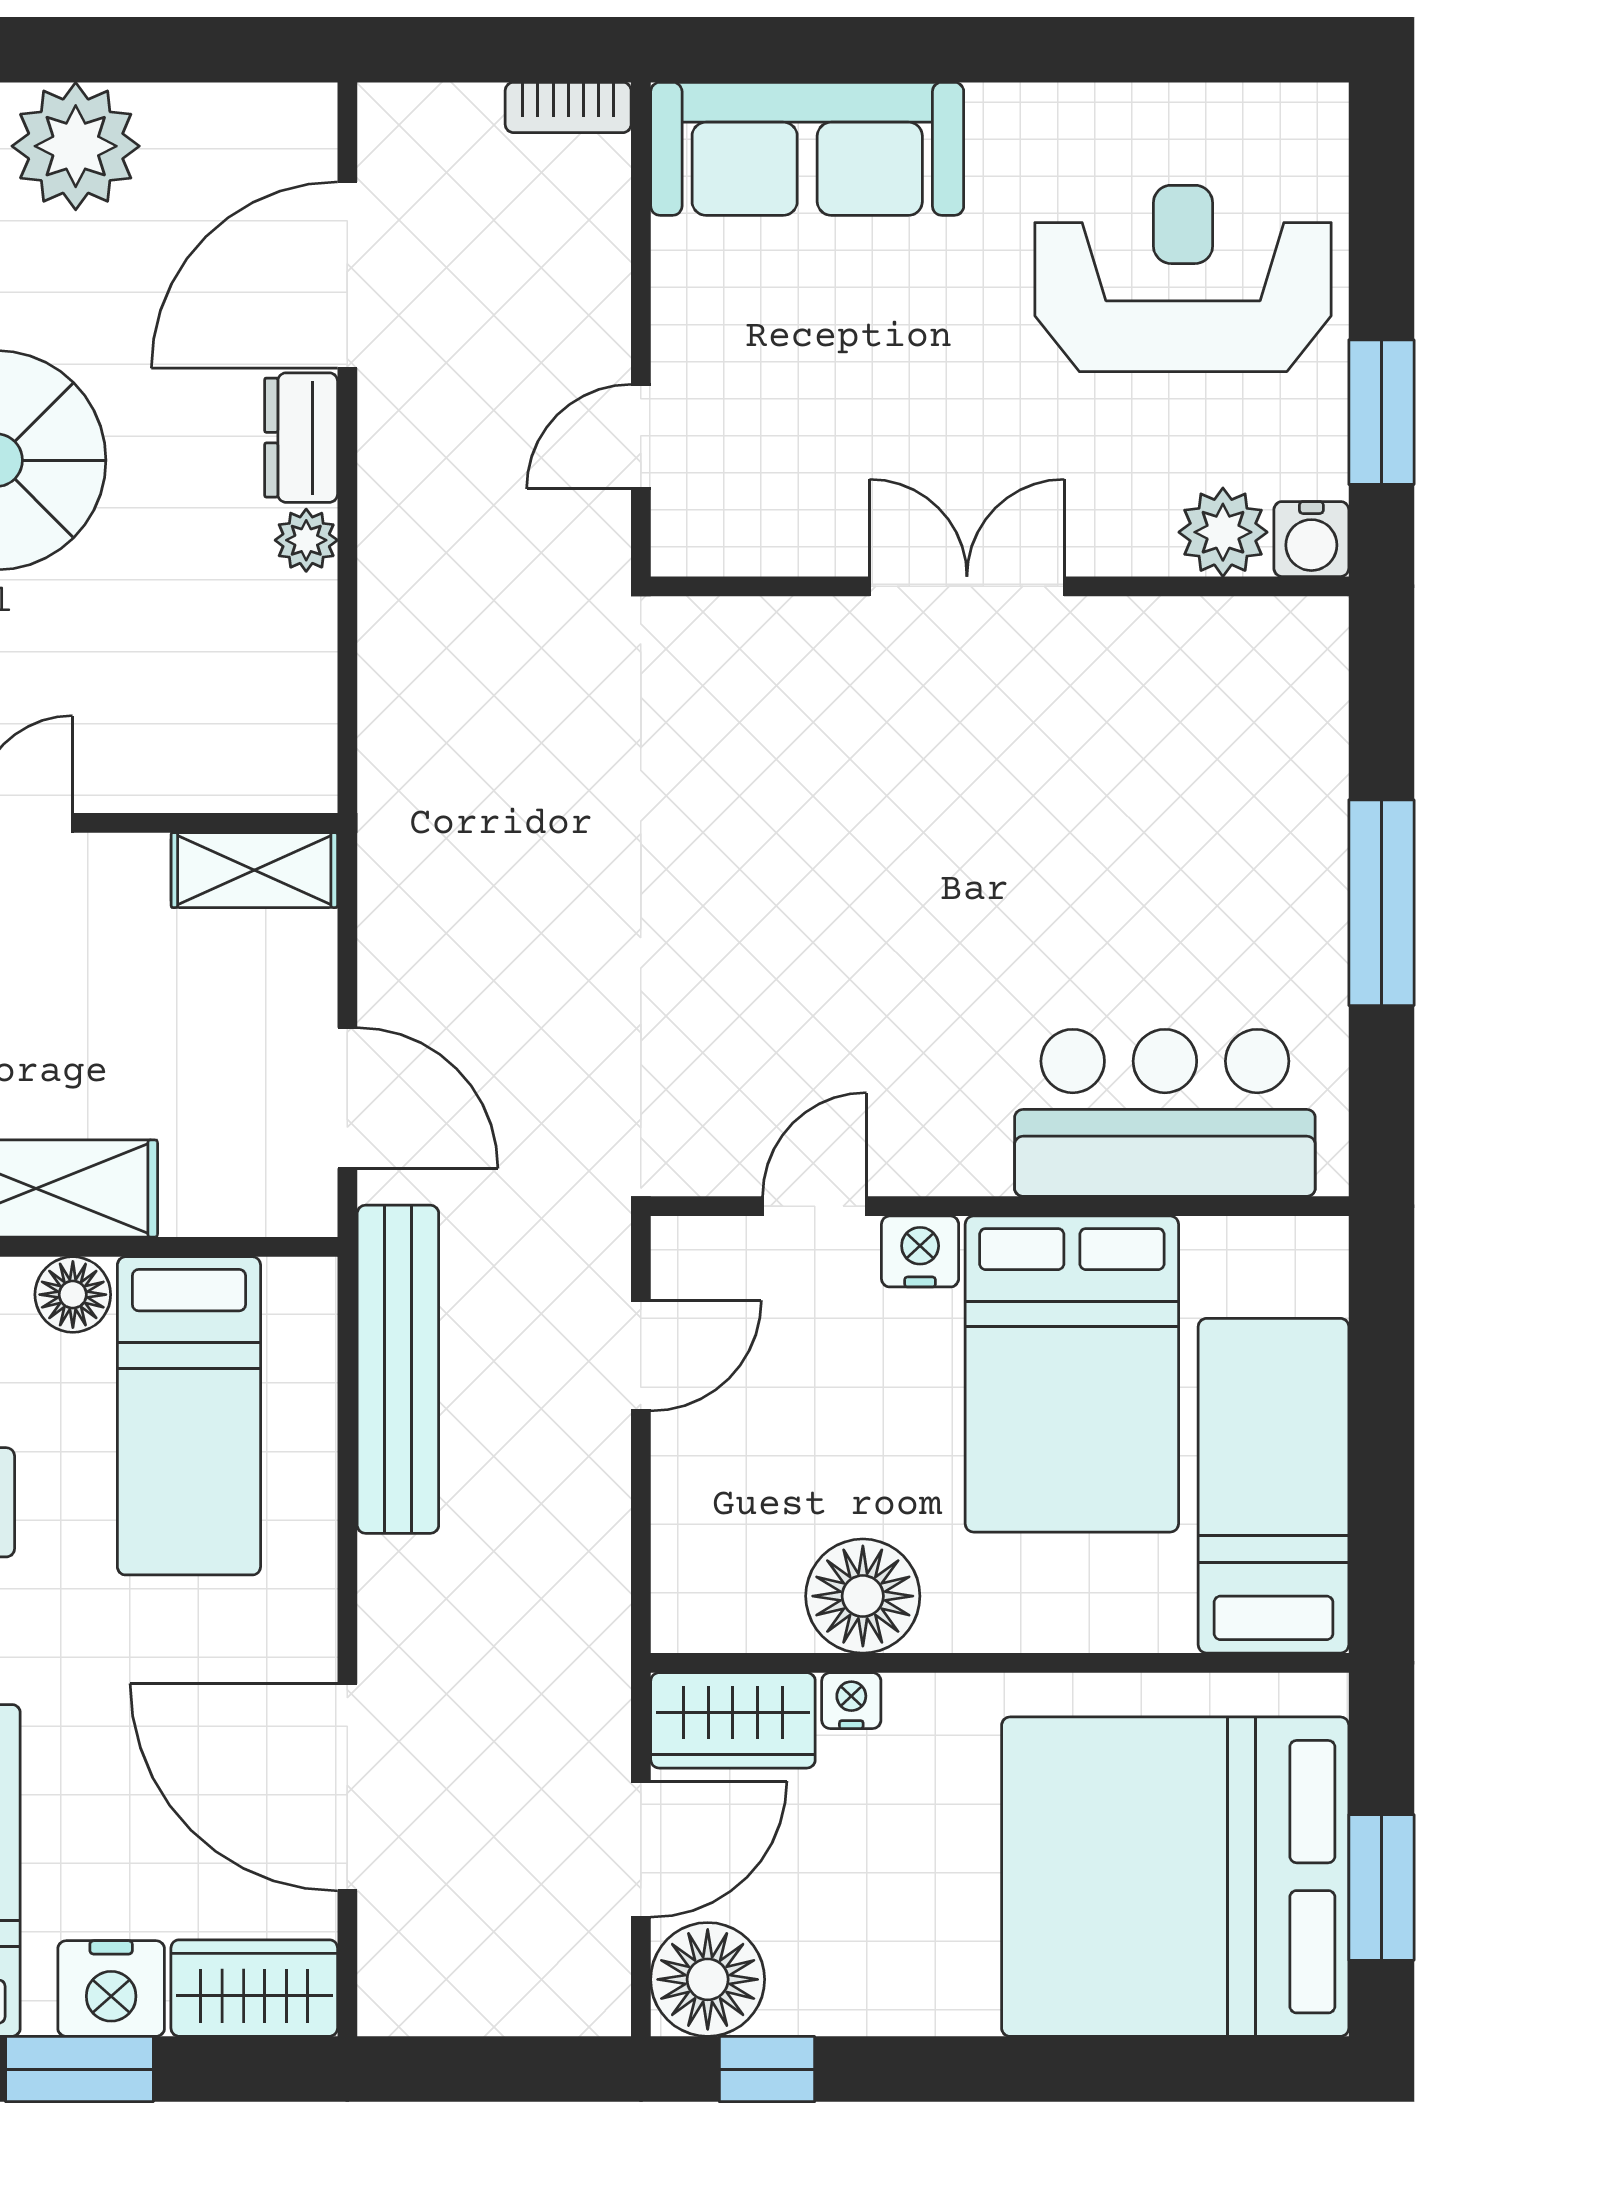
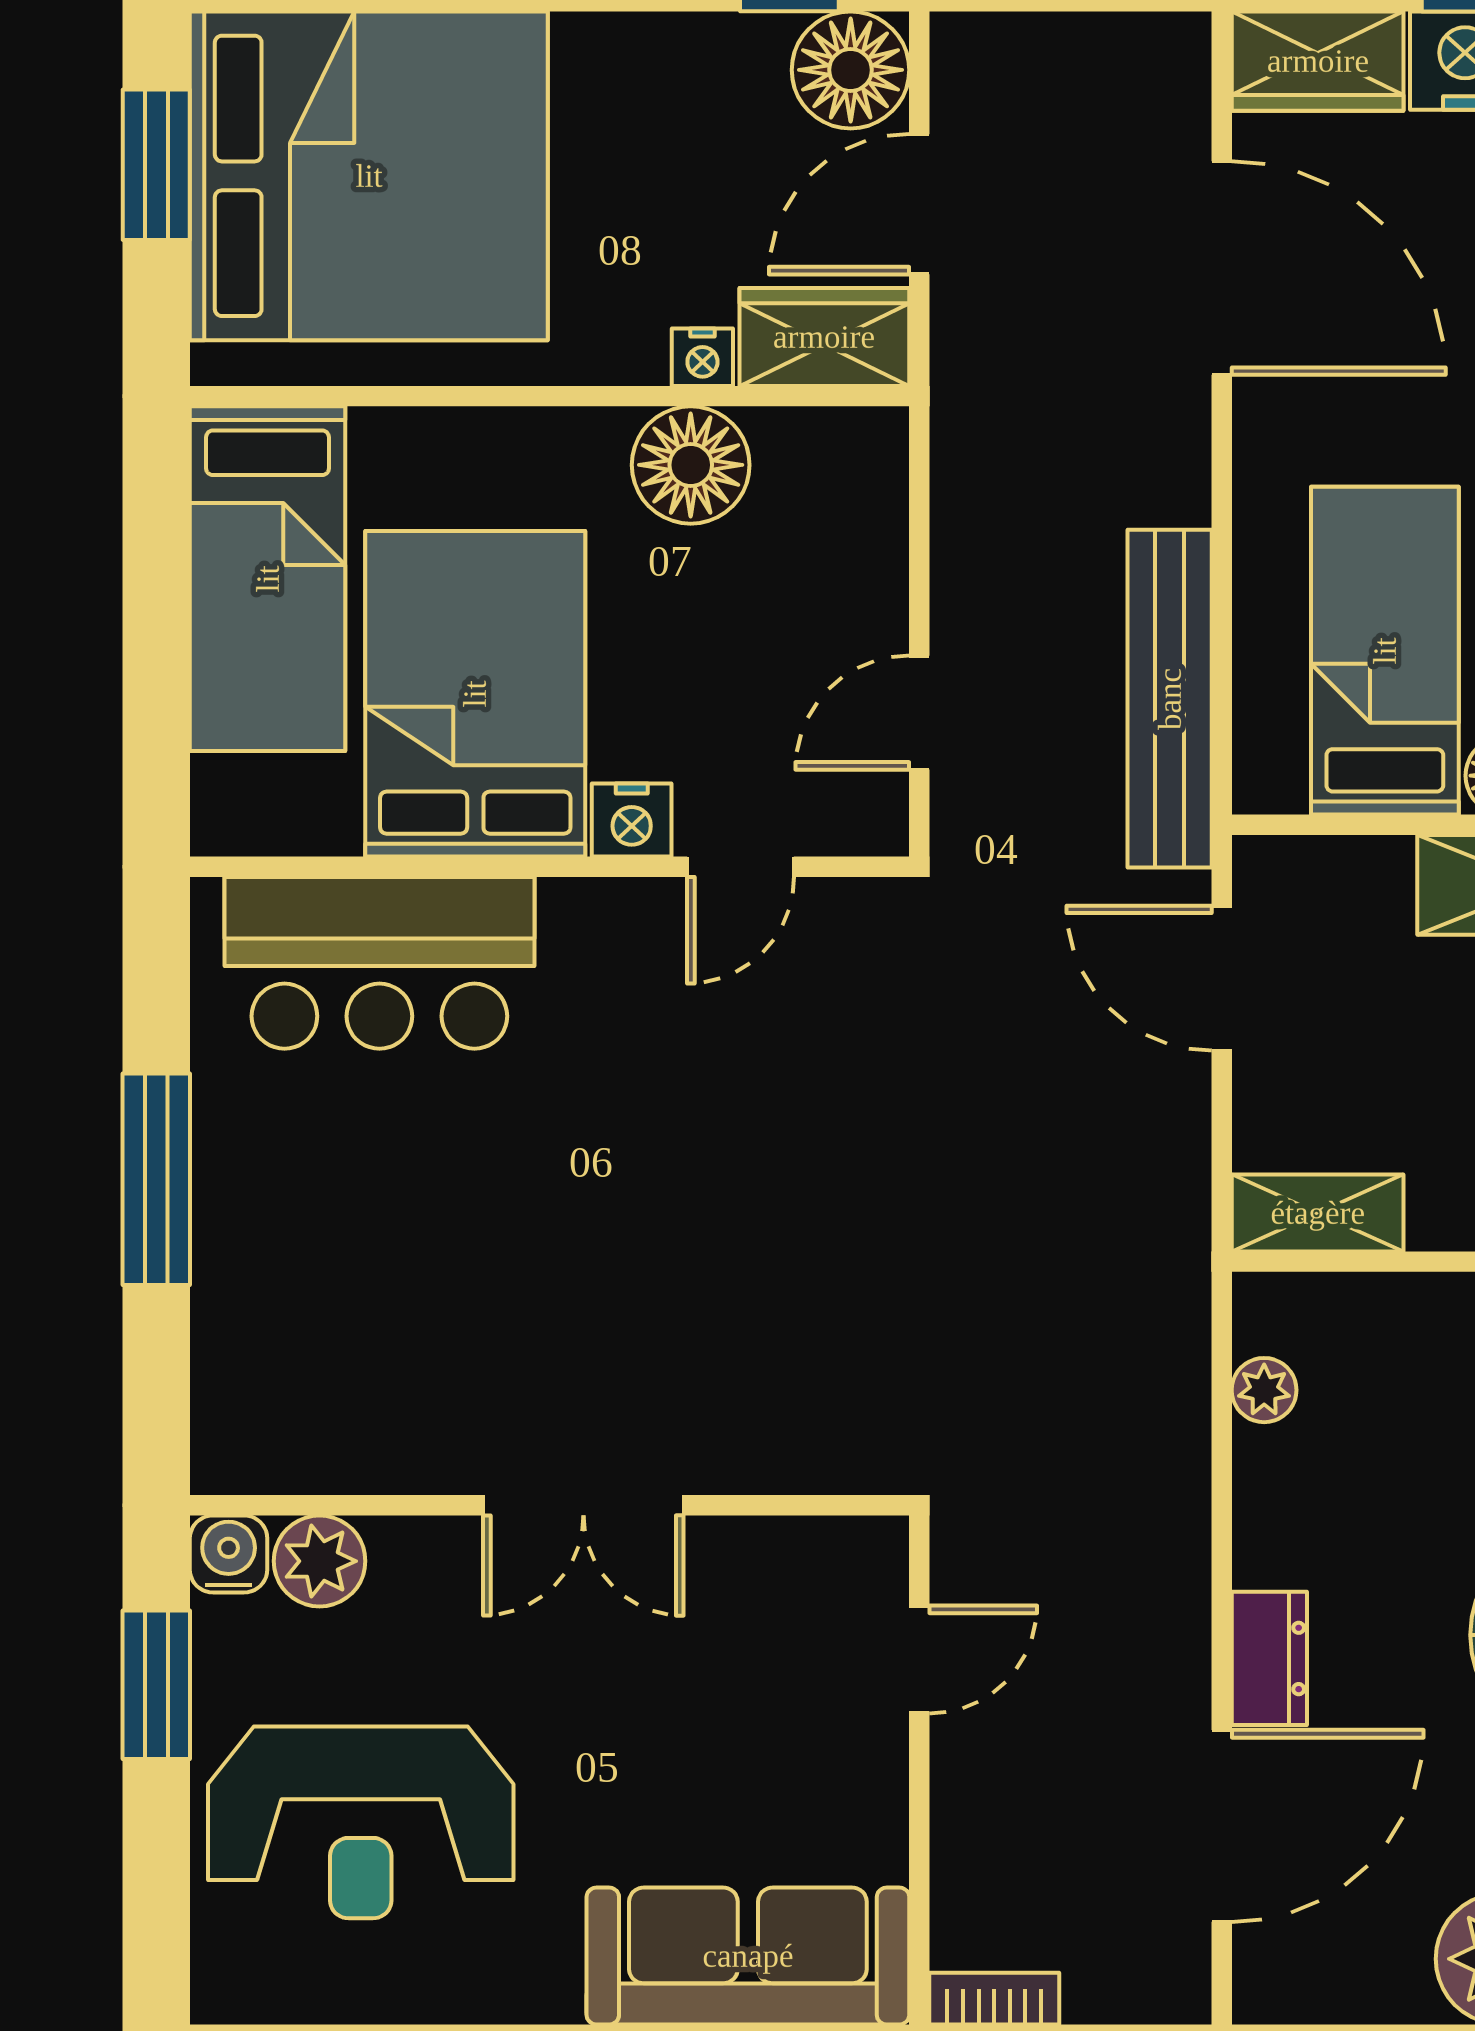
plant: (306, 540) -> (1264, 1390), moved

